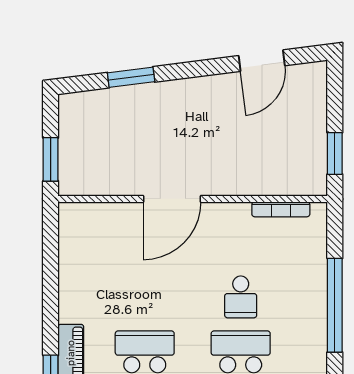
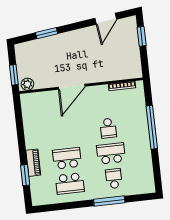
window: (335, 153) -> (142, 36), moved
plant: (77, 183) -> (27, 84), added

